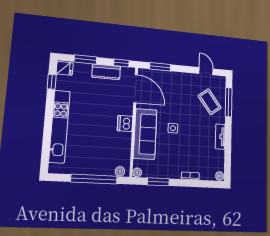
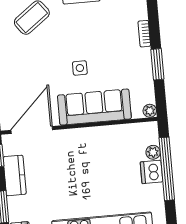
dishwasher: (125, 123) -> (151, 172), moved, turned 90
plant: (120, 171) -> (153, 152), moved
window: (158, 182) -> (157, 64), moved

